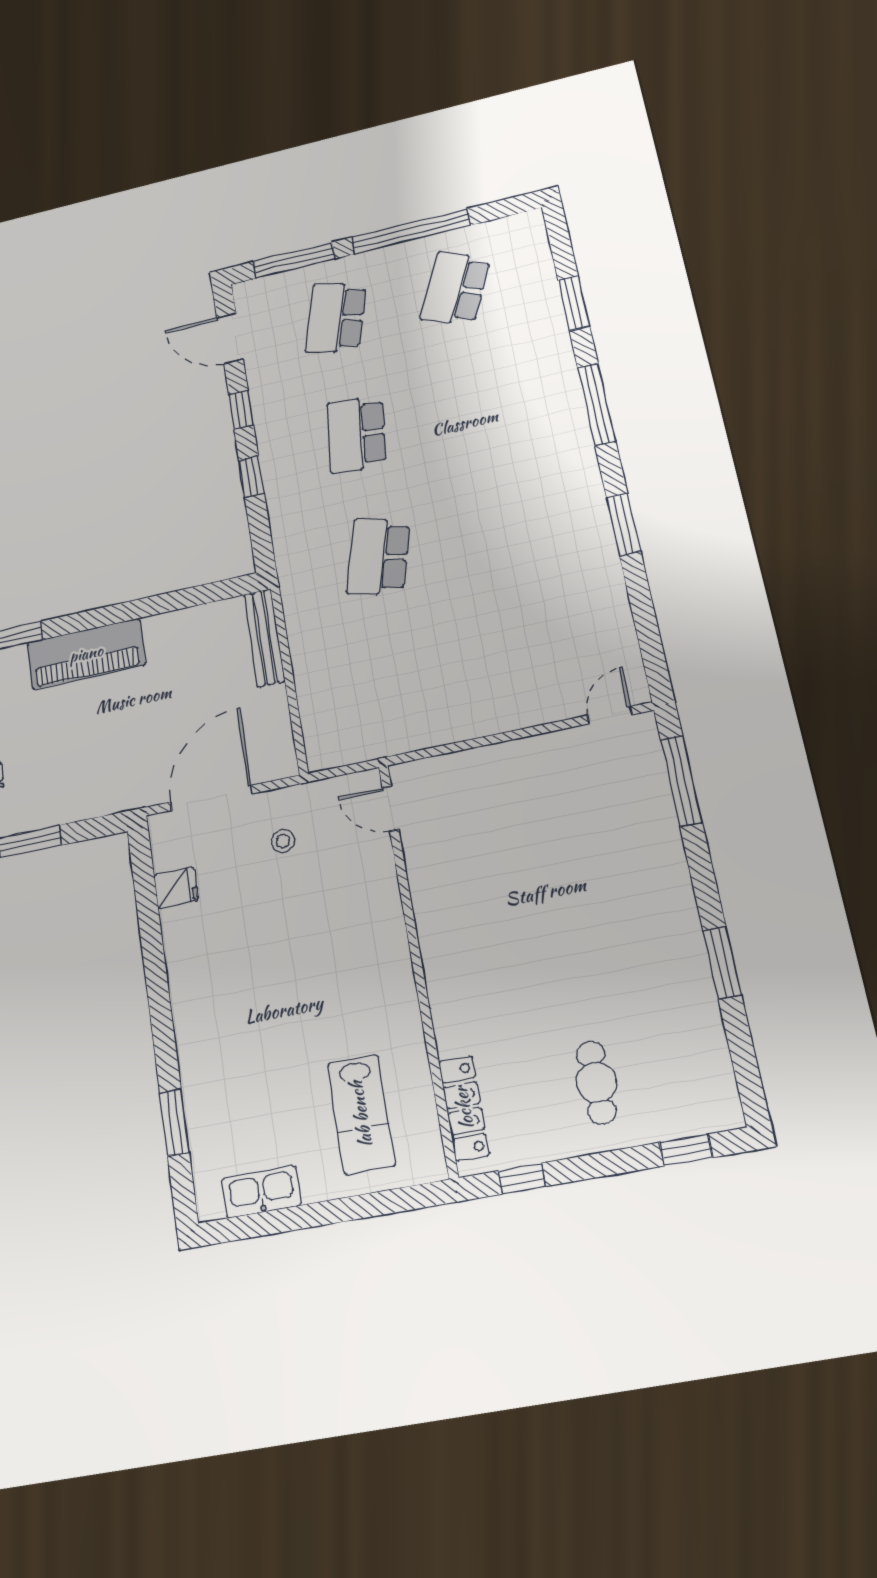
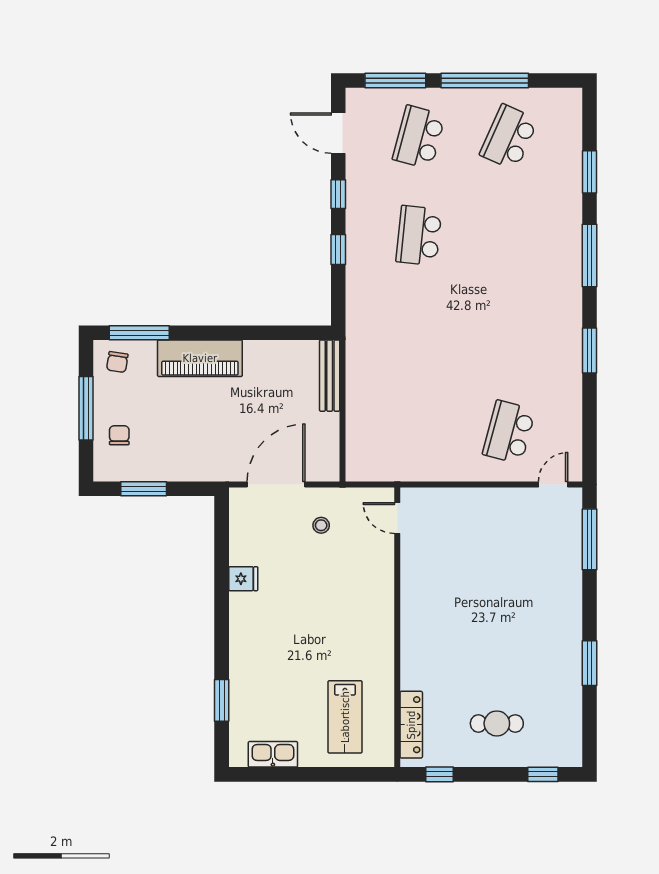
school desk: (378, 557) -> (509, 432), moved
fridge: (176, 888) -> (243, 579), moved
cafe table: (596, 1082) -> (497, 723), turned 90

